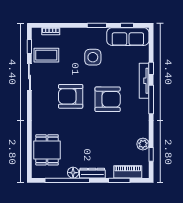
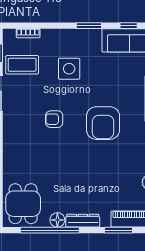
side table: (93, 57) -> (69, 69), moved
armchair: (71, 96) -> (54, 119), width x0.53, depth x0.53
armchair: (108, 99) -> (103, 123), turned 90
dining table: (47, 150) -> (23, 204), moved

